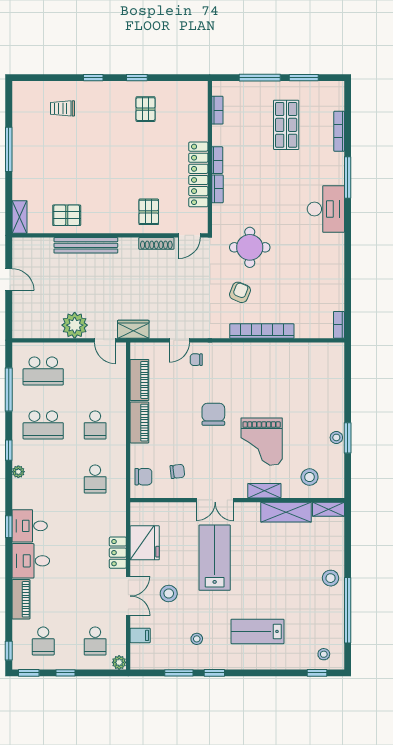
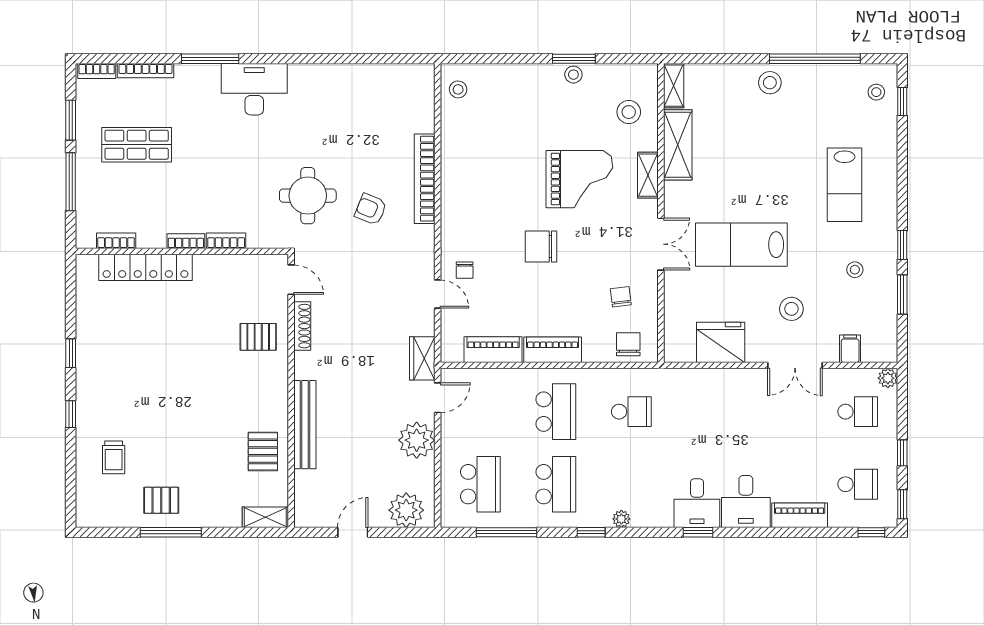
pallet: (146, 109) -> (161, 500), moved
locker: (198, 174) -> (146, 267), moved
plant: (25, 318) -> (406, 510), added
bookcase: (339, 325) -> (97, 71), moved
stool: (326, 355) -> (458, 89), added
school desk: (95, 425) -> (556, 412), width x1.85
locker: (118, 553) -> (734, 380), removed
double door: (128, 596) -> (795, 365), swing flipped

